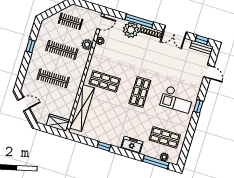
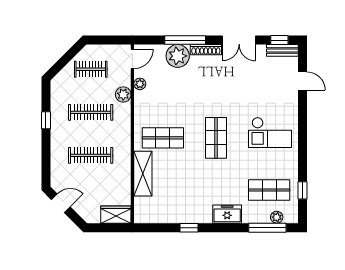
window: (198, 106) -> (302, 190), moved
shelving: (82, 108) -> (143, 174), width x0.68

